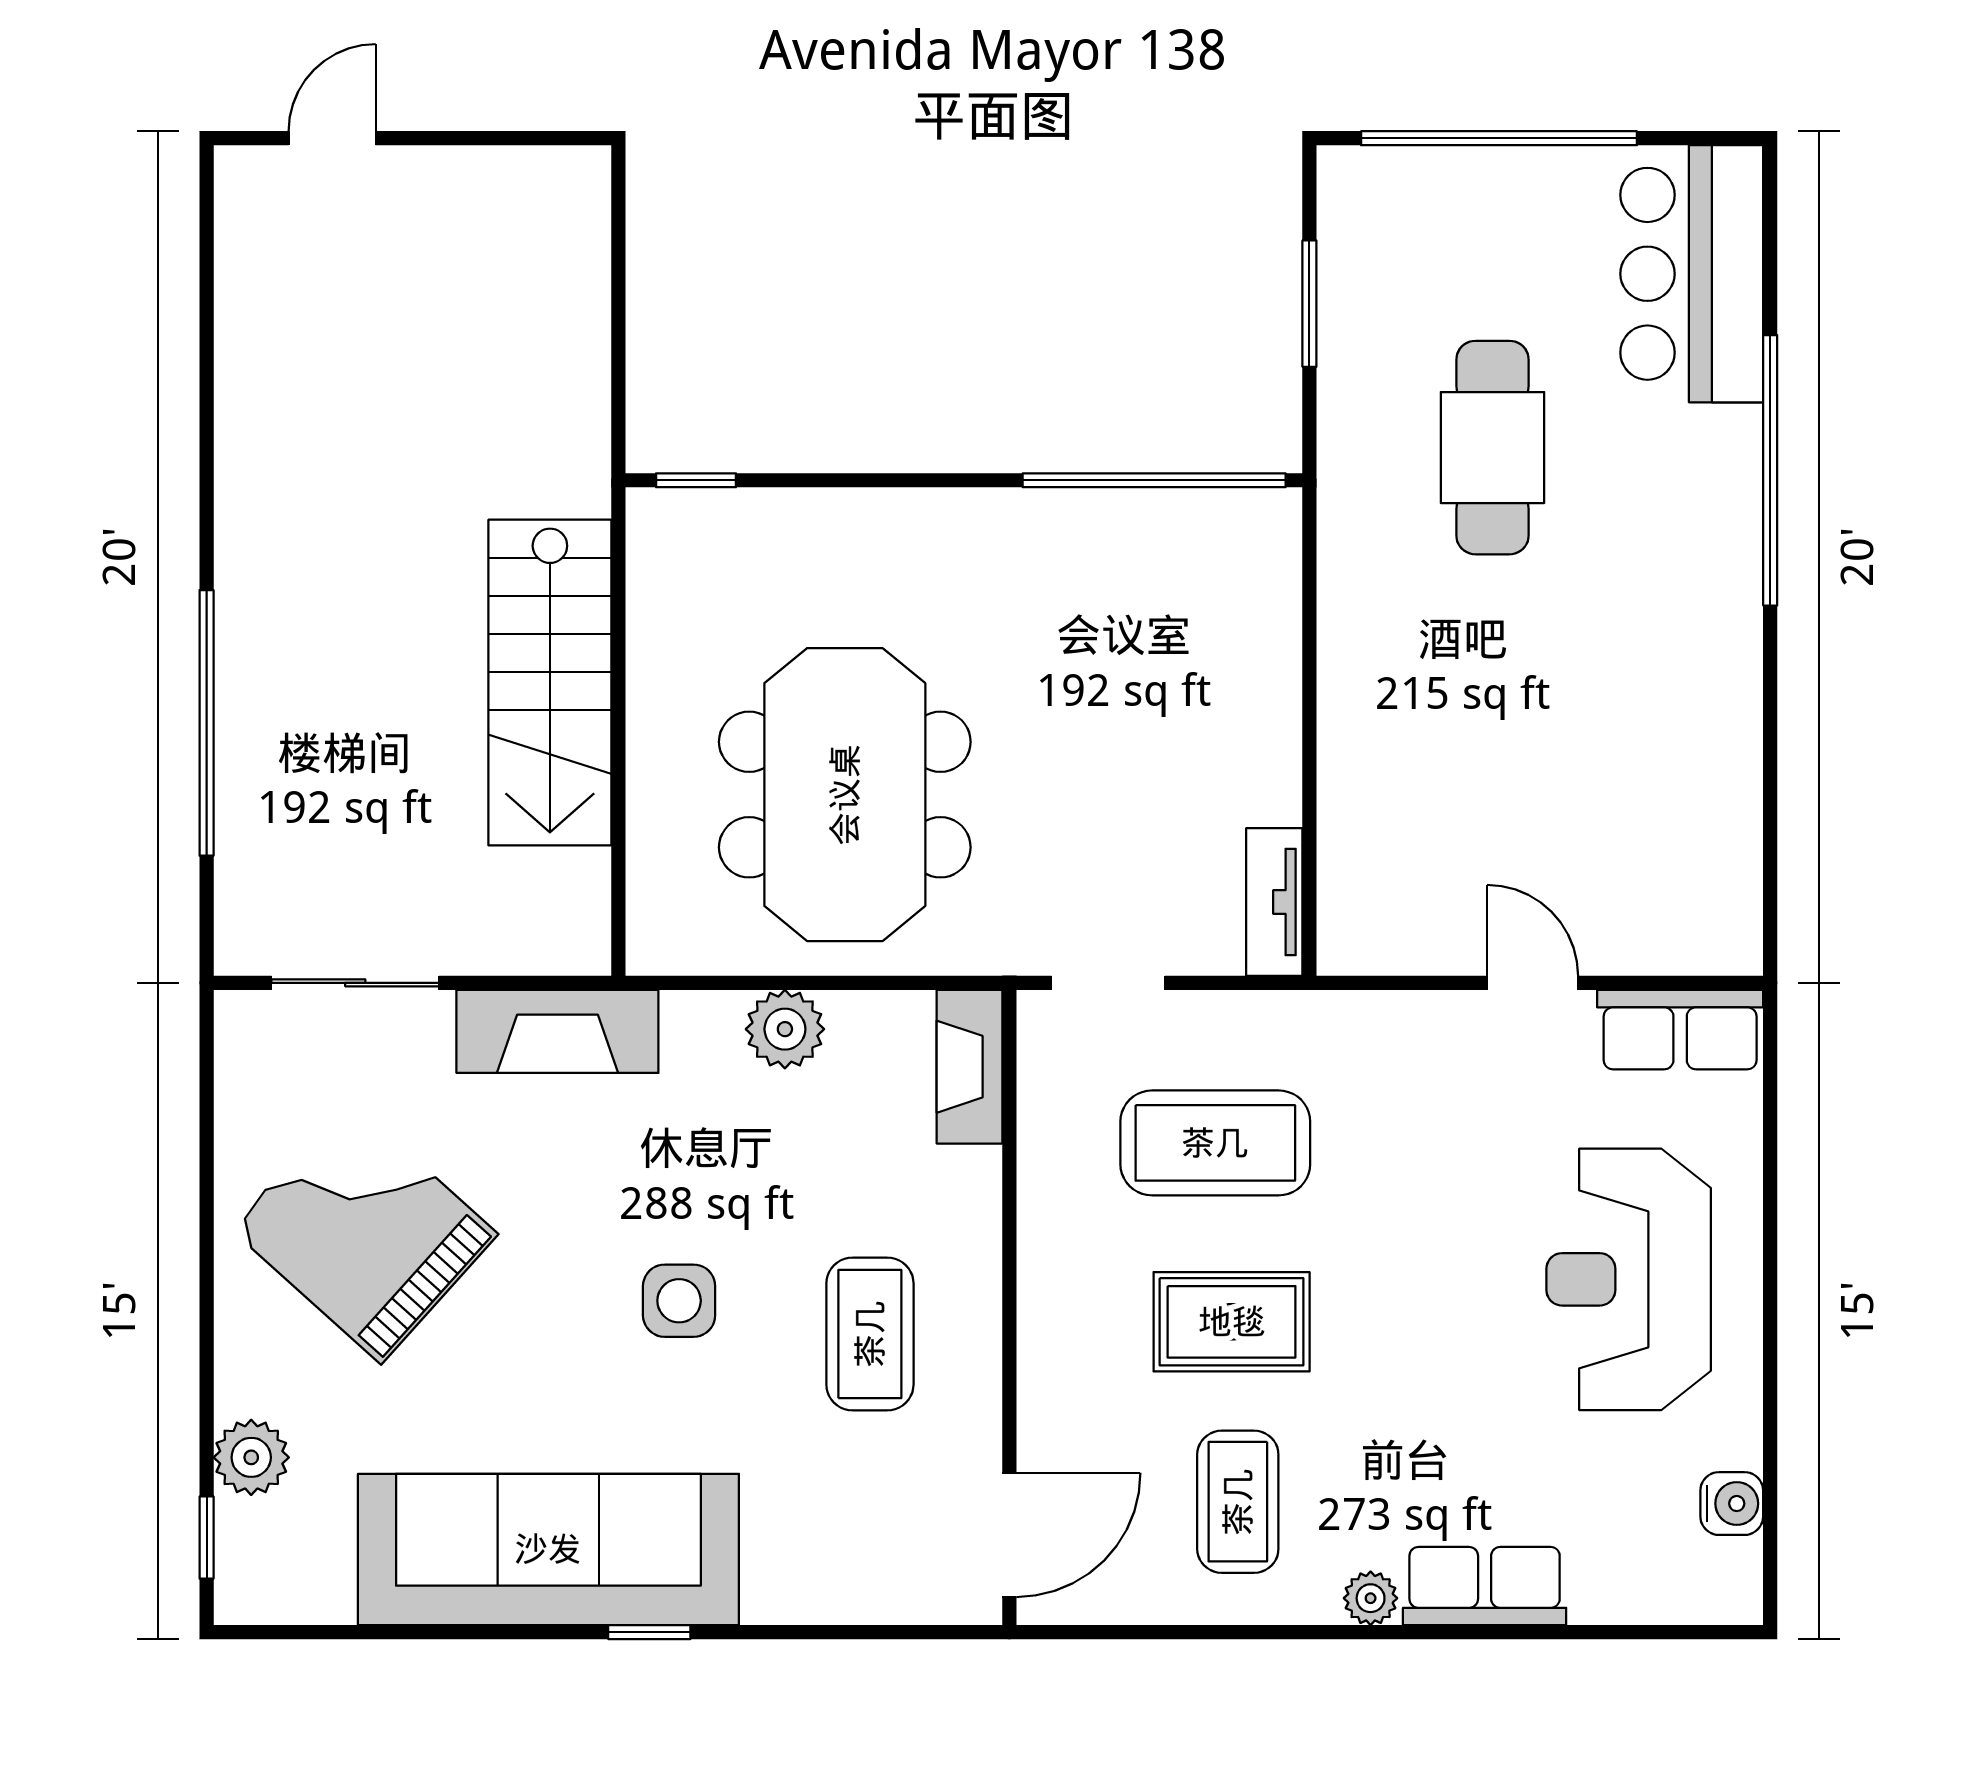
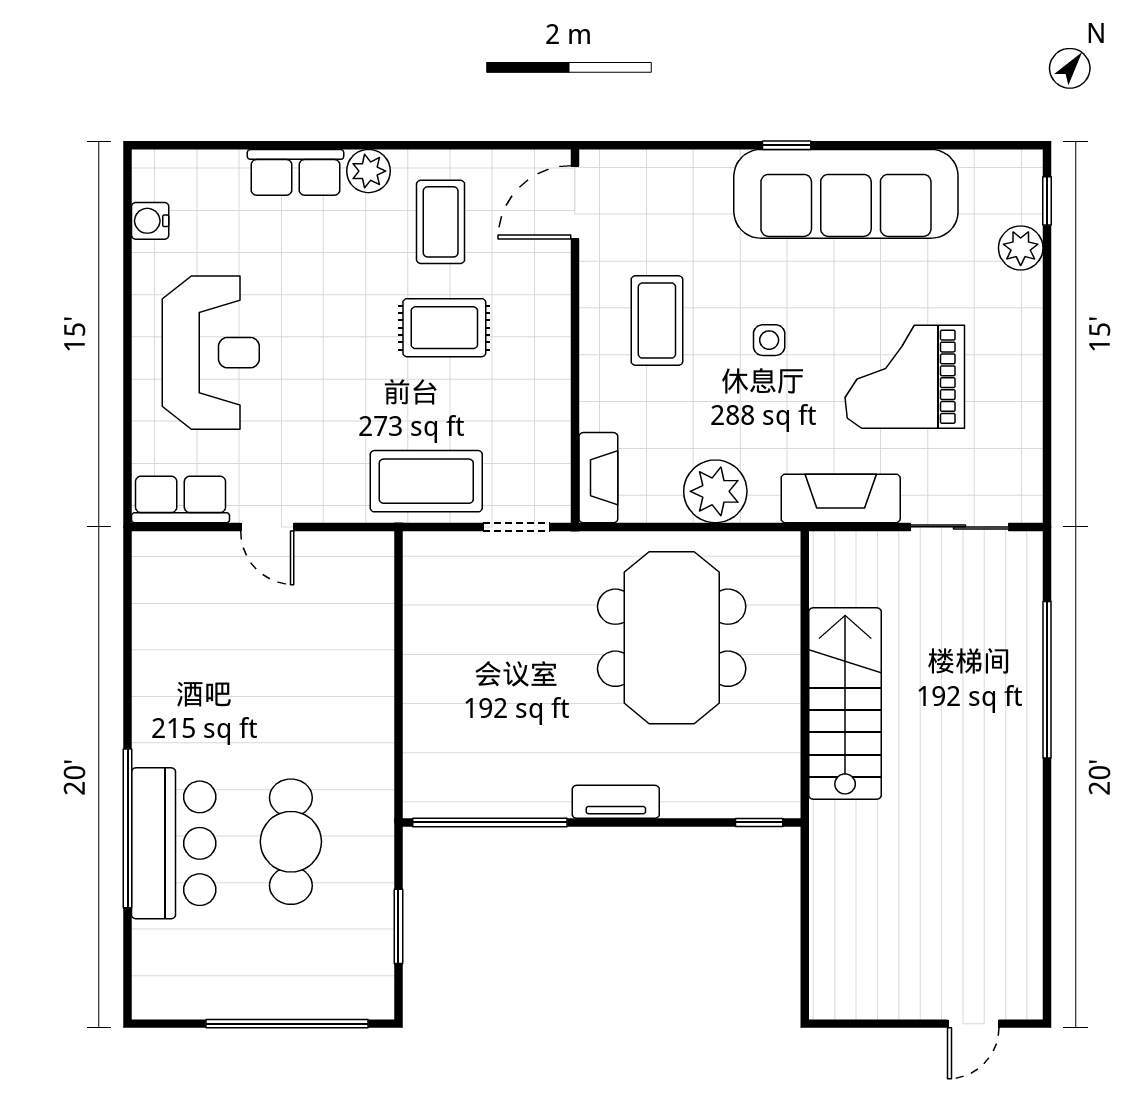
bar counter: (1692, 274) -> (174, 843), moved
tv unit: (1274, 902) -> (616, 802), moved, turned -90
plant: (785, 1029) -> (715, 491), width x1.36, depth x1.36
coffee table: (1215, 1143) -> (426, 481), moved
grand piano: (364, 1232) -> (905, 377), moved, turned 138
side table: (679, 1301) -> (769, 340), width x0.73, depth x0.73
plant: (1371, 1598) -> (368, 171), width x1.38, depth x1.38

